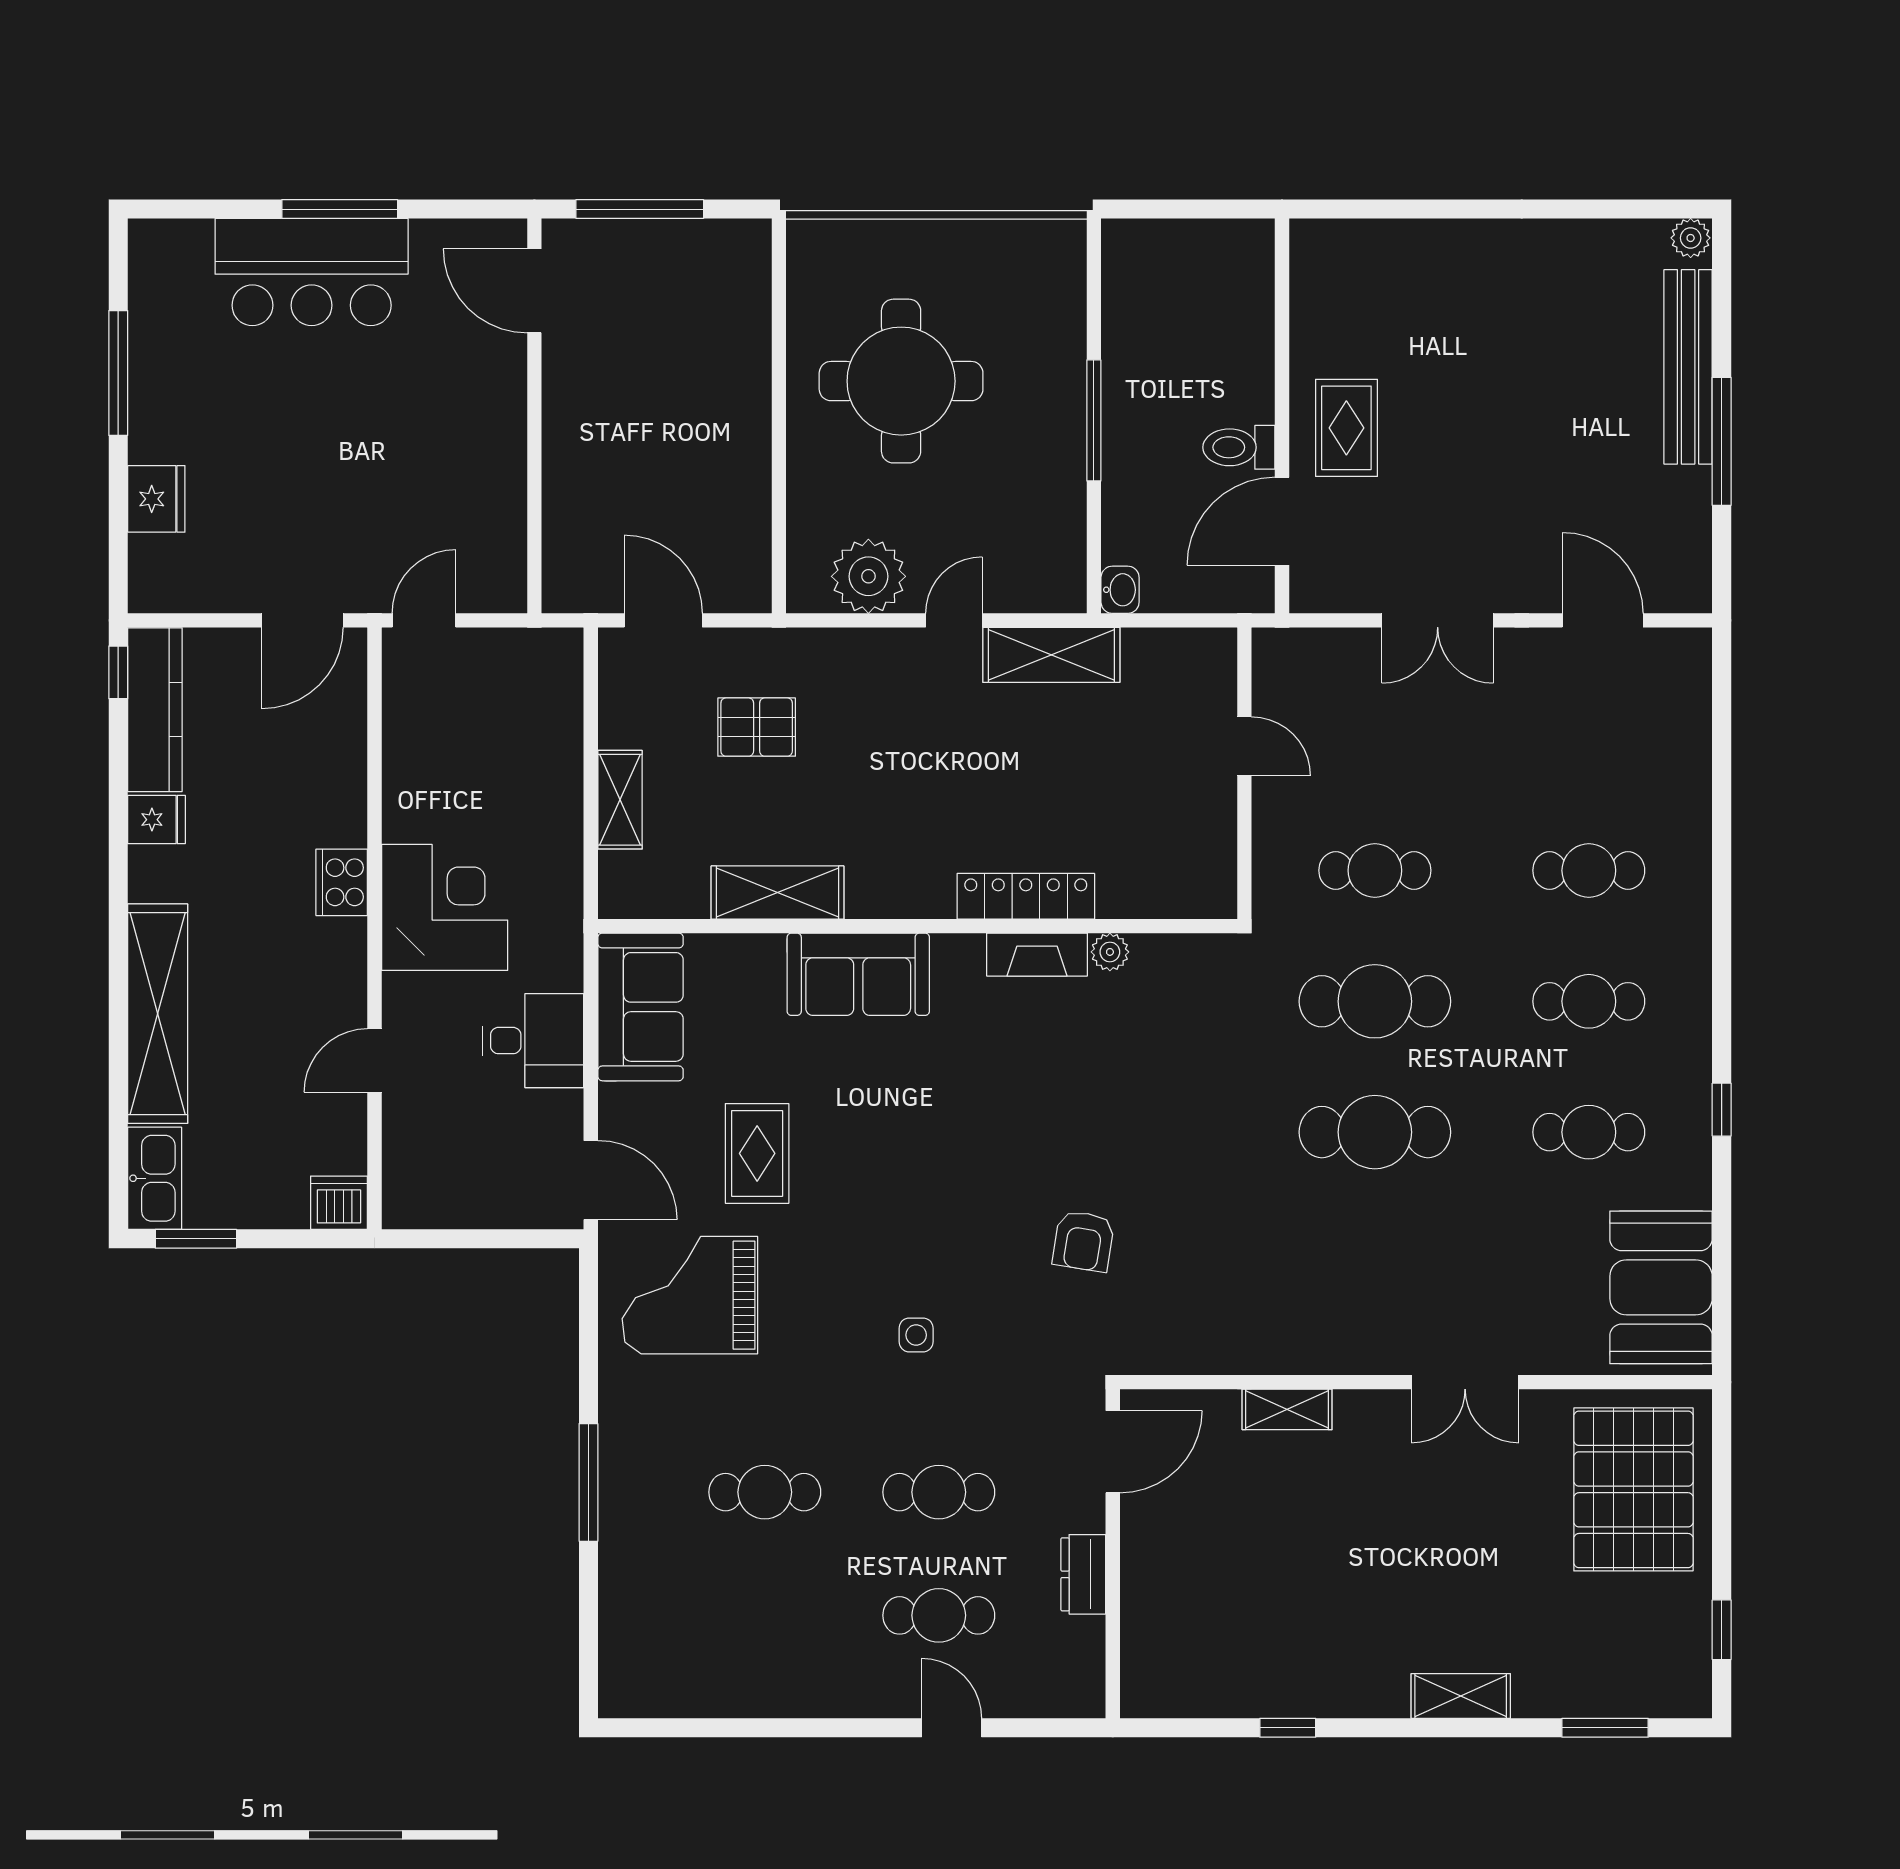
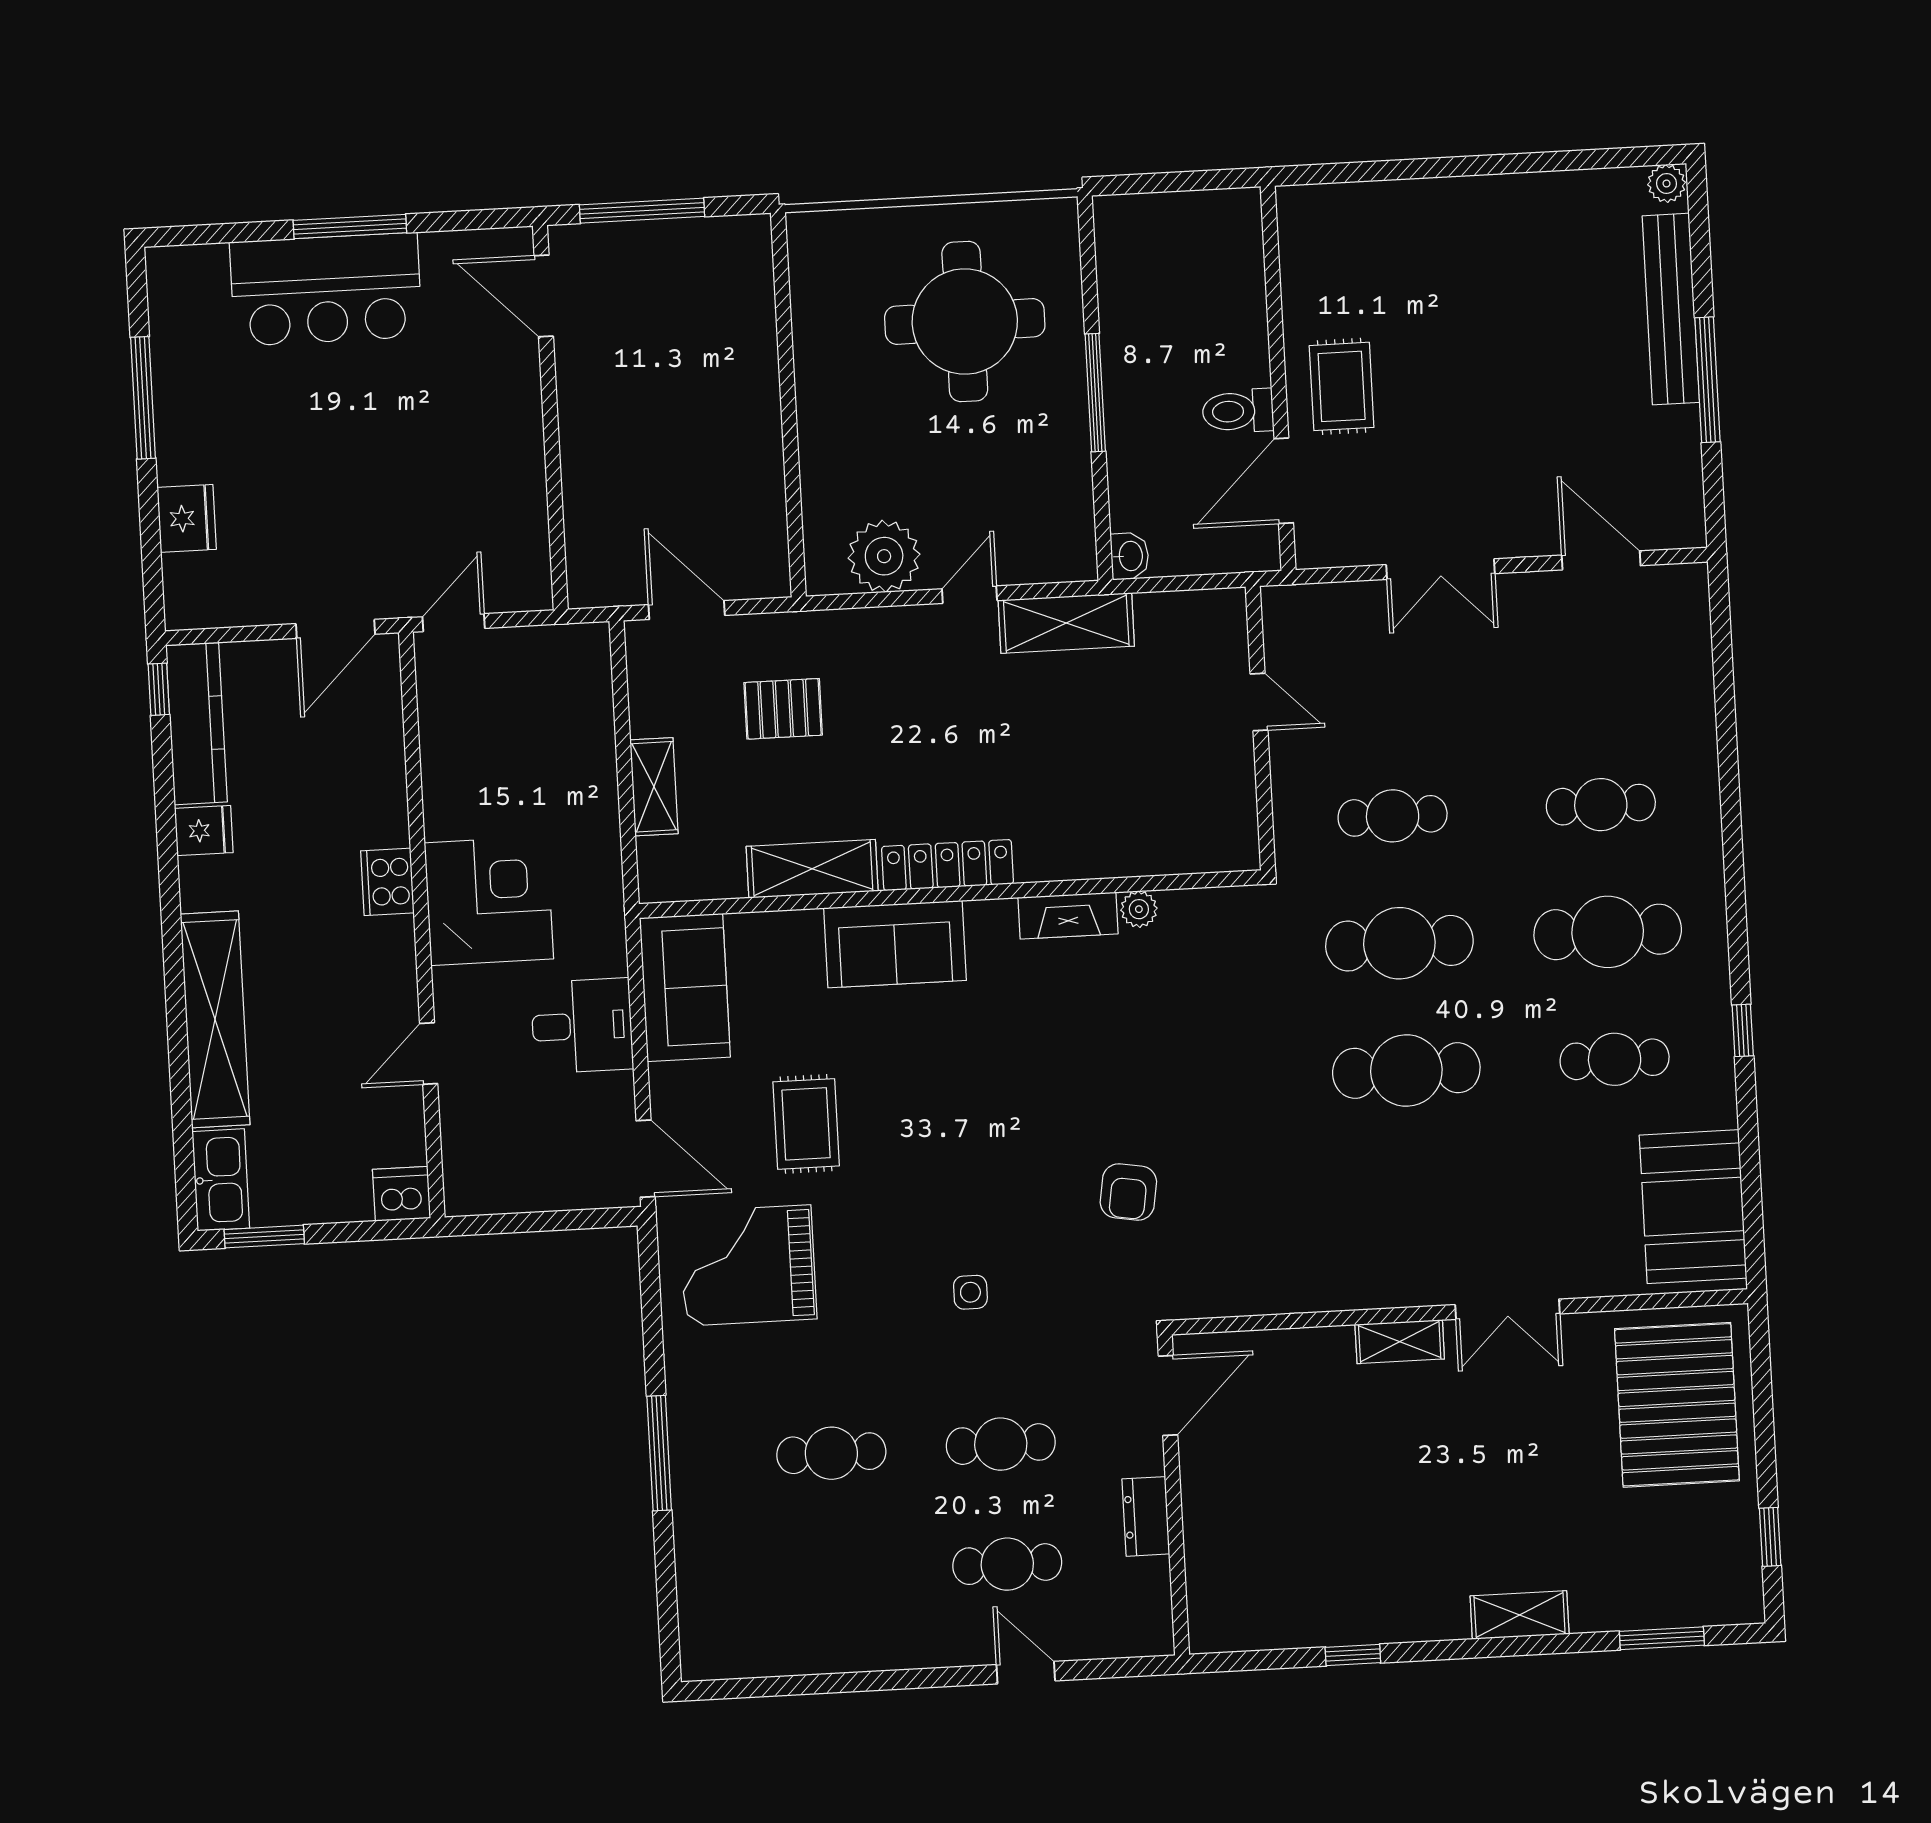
round table: (901, 381) -> (965, 321), moved
locker: (1026, 896) -> (948, 865), moved
cafe table: (1589, 1001) -> (1608, 932), width x1.37, depth x1.35
shelving: (1287, 1409) -> (1400, 1342), moved

